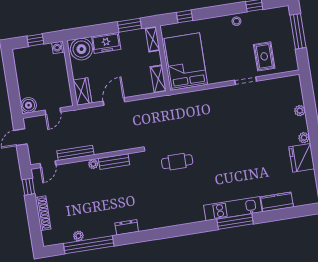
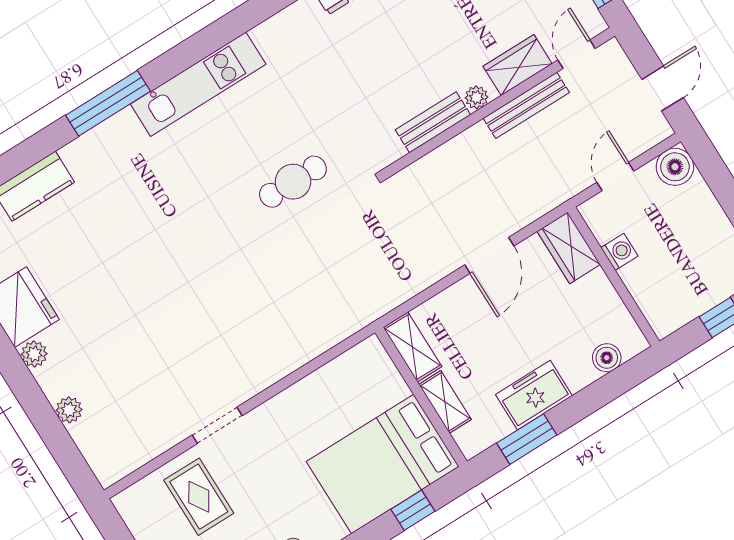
shelving: (153, 39) -> (445, 402), moved
freezer: (106, 43) -> (534, 395), moved
washing machine: (58, 47) -> (619, 252), moved
boiler: (81, 49) -> (607, 358), width x0.54, depth x0.54
bed: (186, 61) -> (383, 464), moved, turned 90
wardrobe: (72, 170) -> (518, 65), added
kitchen unit: (233, 209) -> (198, 84), moved

